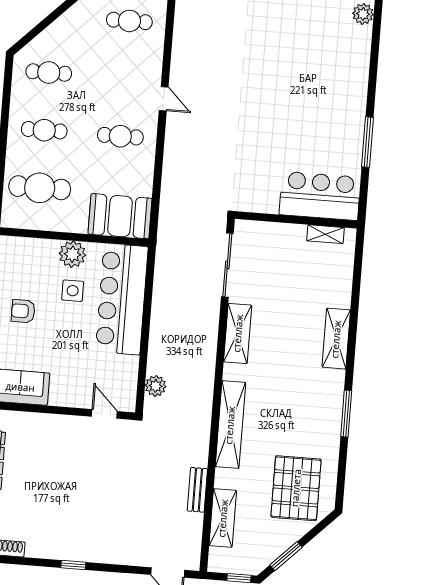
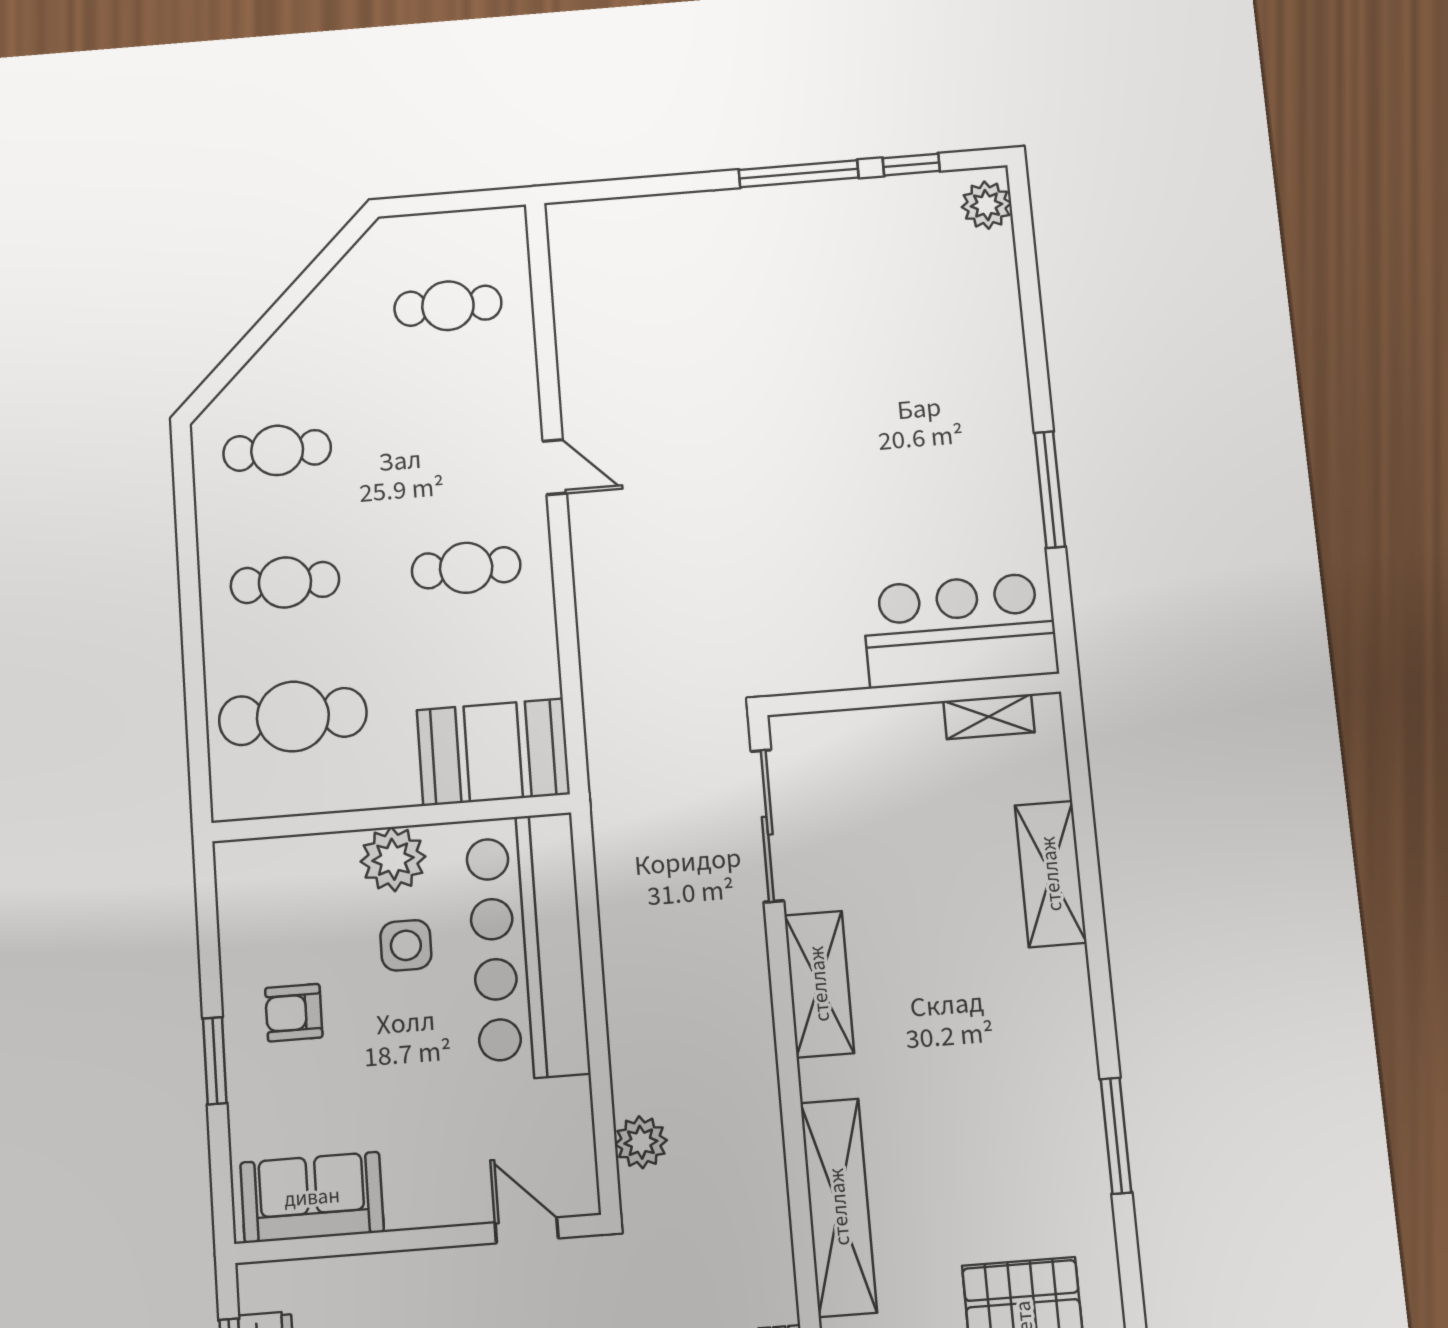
shelving: (336, 339) -> (1051, 874), moved

